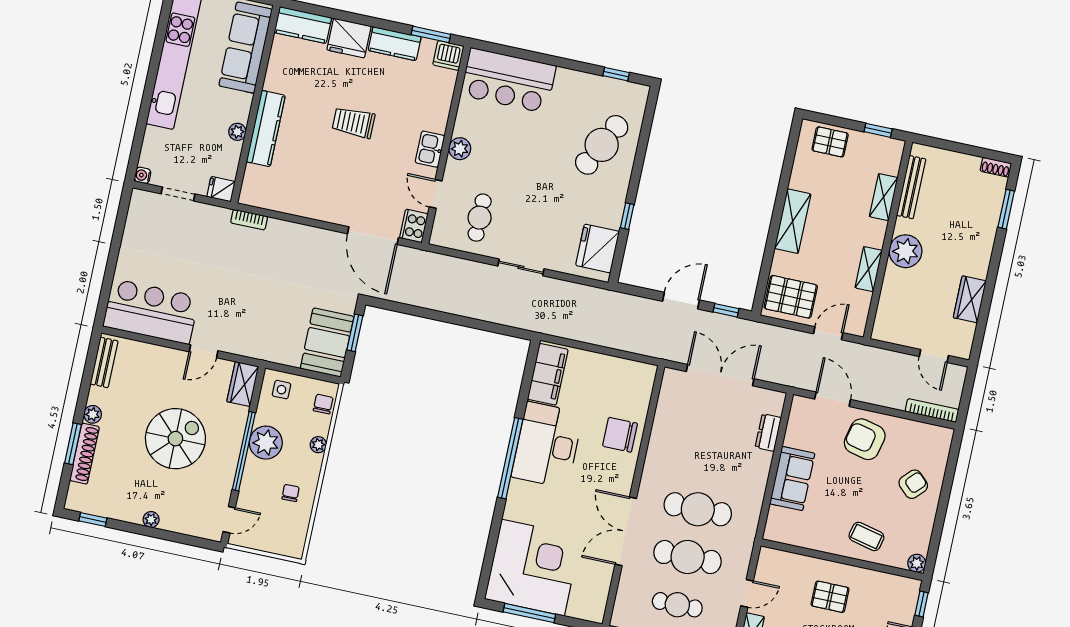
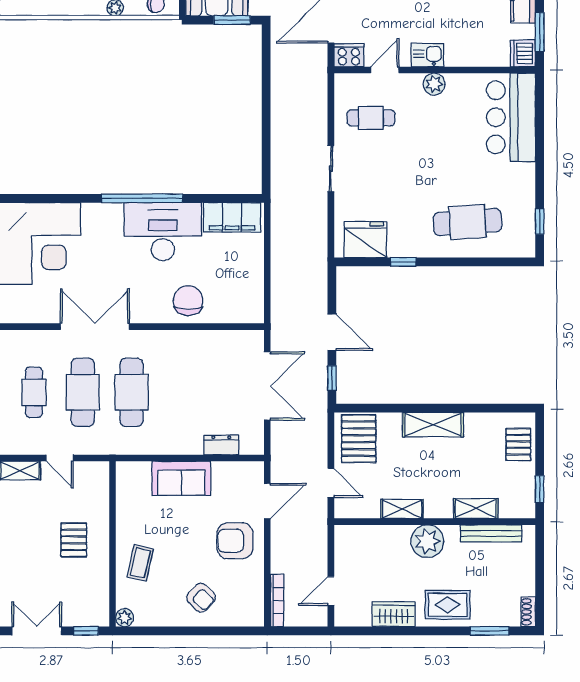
cafe table: (602, 145) -> (468, 222), turned -31
rug: (972, 245) -> (447, 605), added
armchair: (865, 439) -> (235, 541), turned -103

